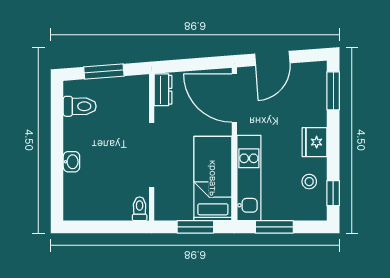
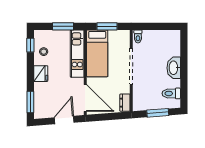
washbasin: (71, 162) -> (174, 68), width x1.91, depth x1.45

